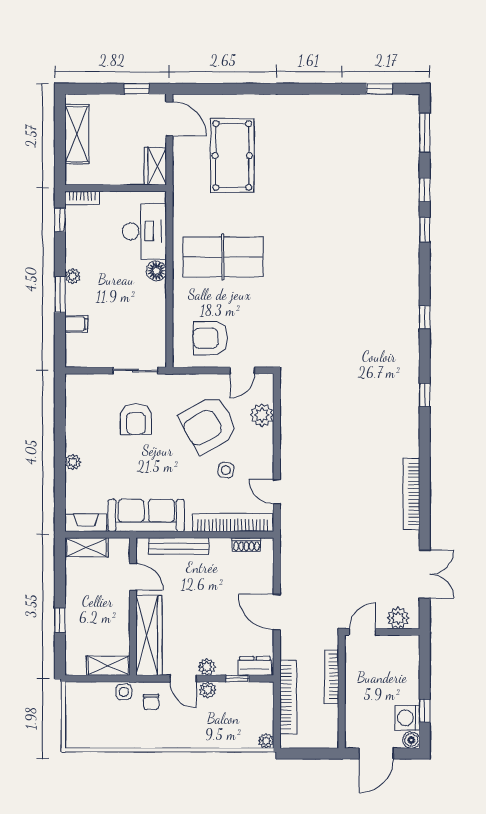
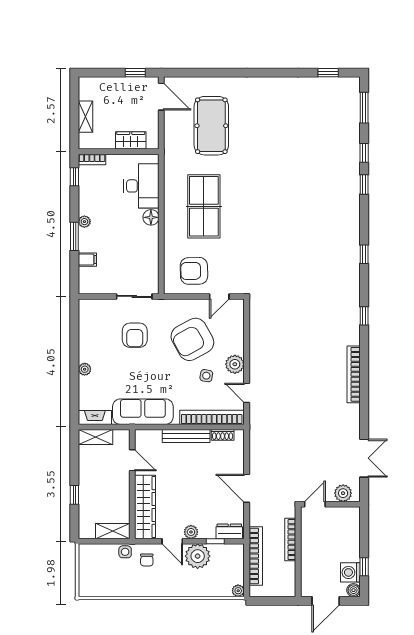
shelving: (77, 134) -> (85, 117), width x0.67, depth x0.75
wardrobe: (155, 166) -> (131, 140), moved, turned 90
table tennis table: (223, 257) -> (204, 206), turned 90
plant: (262, 415) -> (235, 364), moved
bookcase: (411, 494) -> (354, 374), moved
bench: (179, 546) -> (186, 436), moved
plant: (208, 690) -> (198, 556), width x1.87, depth x1.87

